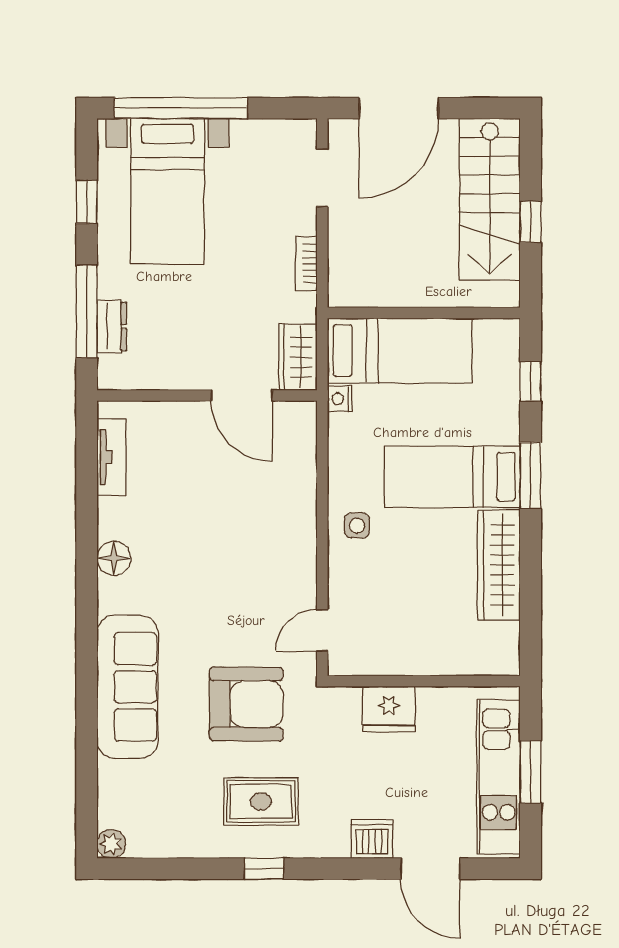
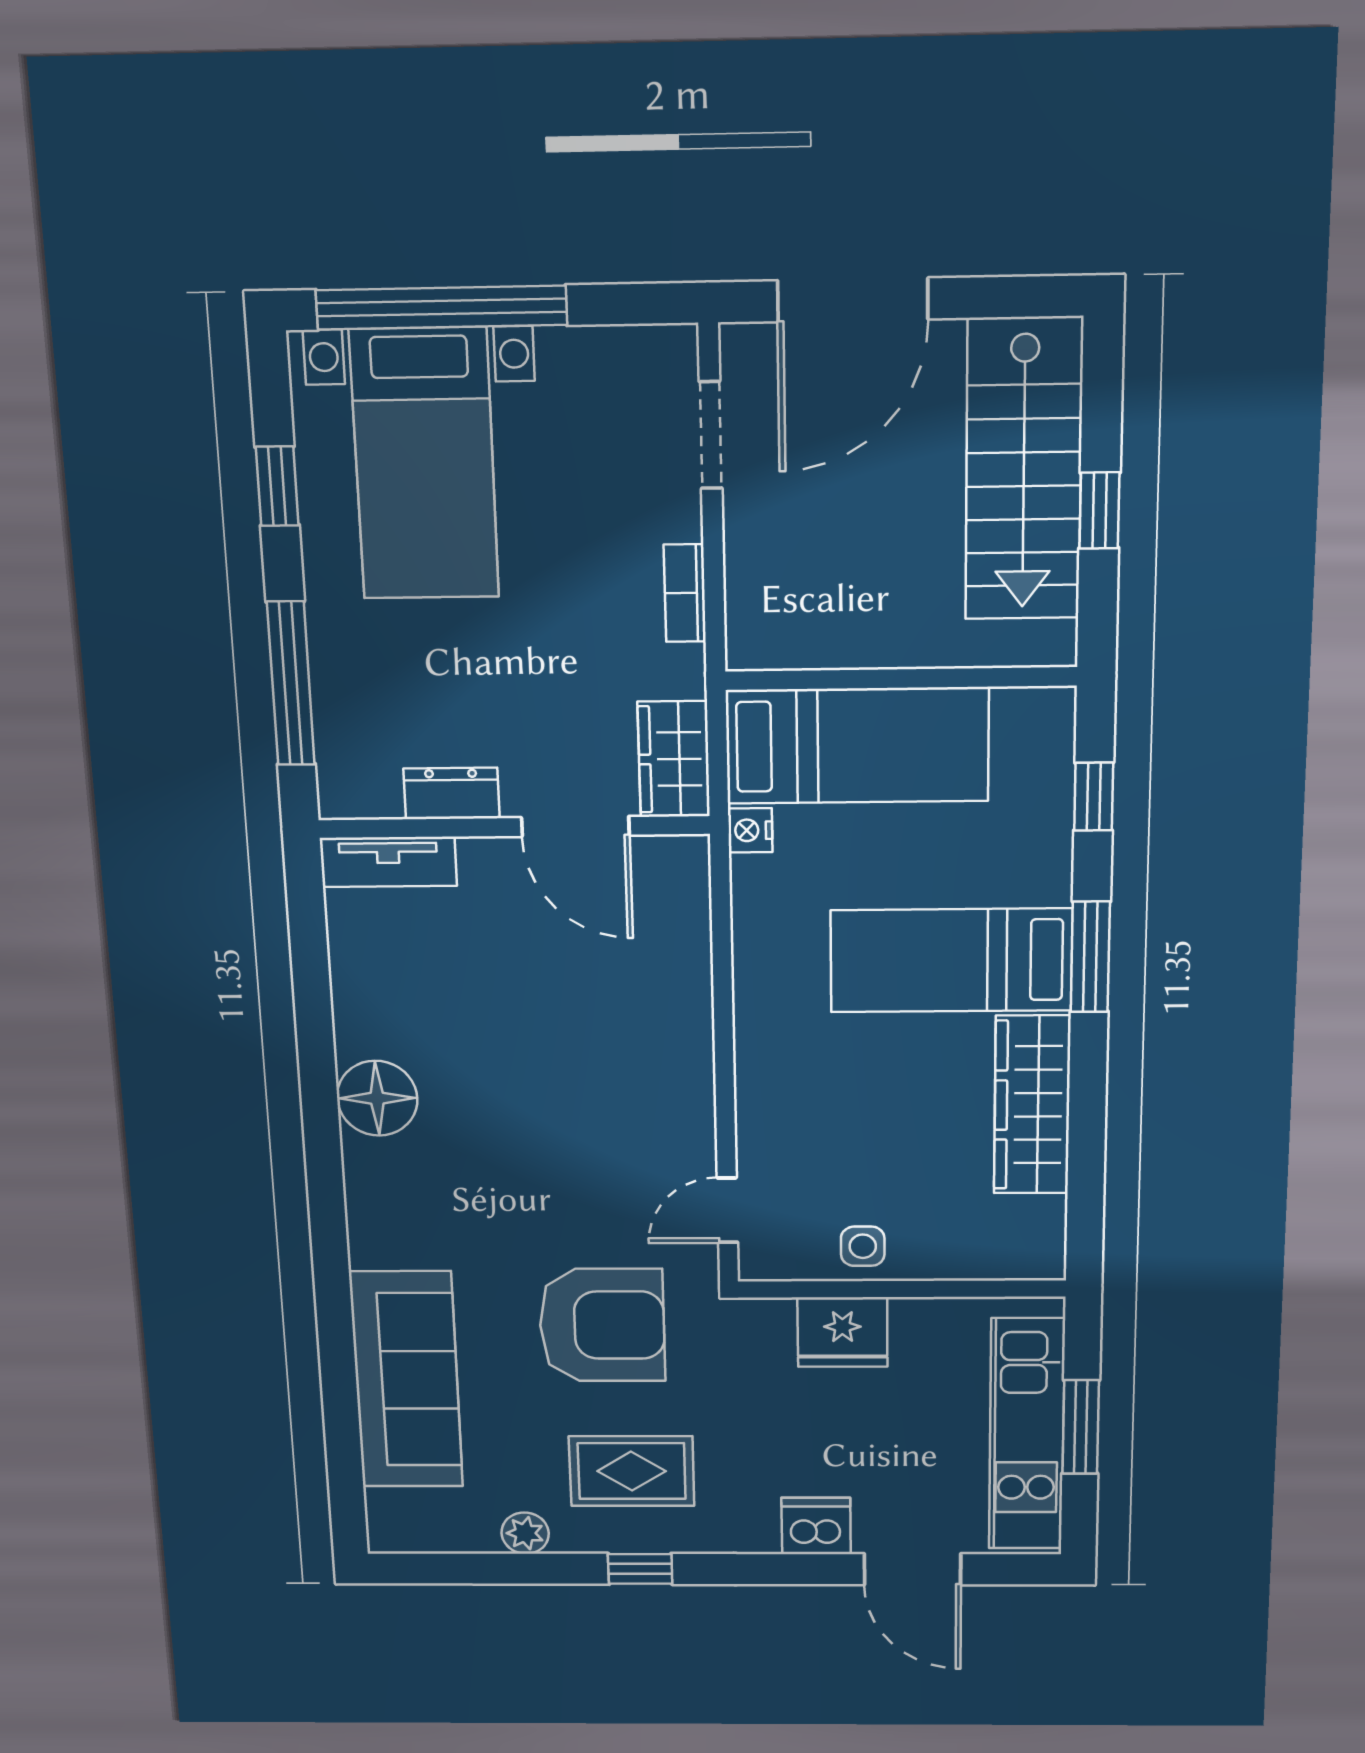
dresser: (112, 326) -> (452, 793), moved, turned -90
tv unit: (112, 457) -> (388, 862), moved, turned 90
side table: (357, 526) -> (863, 1246), moved
floor lamp: (114, 558) -> (377, 1098), width x1.38, depth x1.38
sofa: (127, 687) -> (406, 1380), moved
plant: (111, 844) -> (525, 1533), moved

